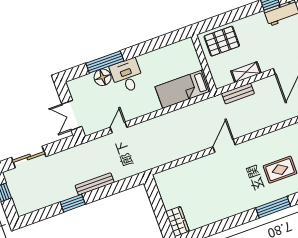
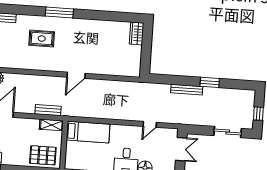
shelving: (246, 72) -> (51, 125), moved

